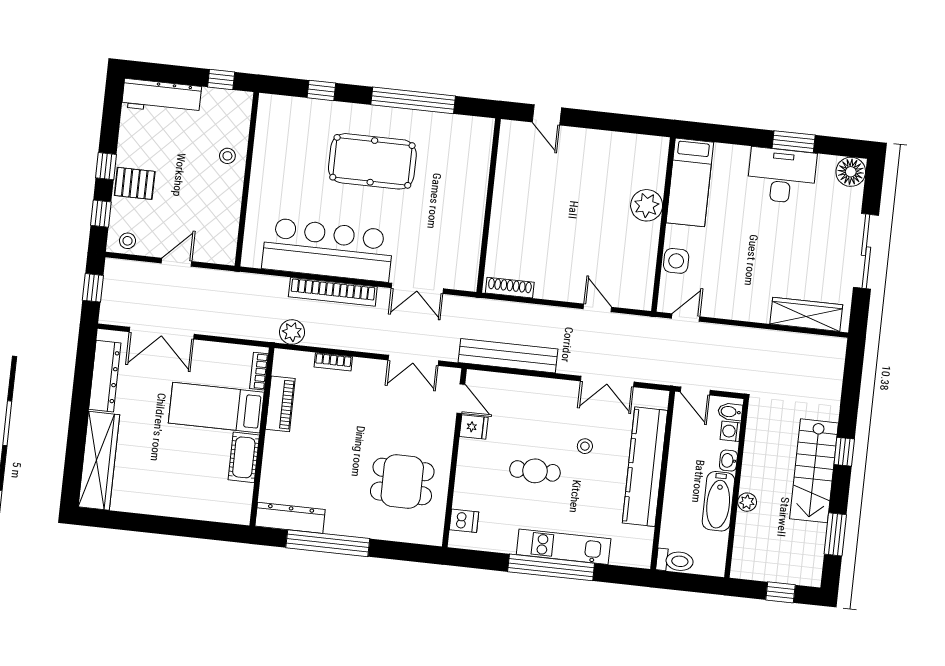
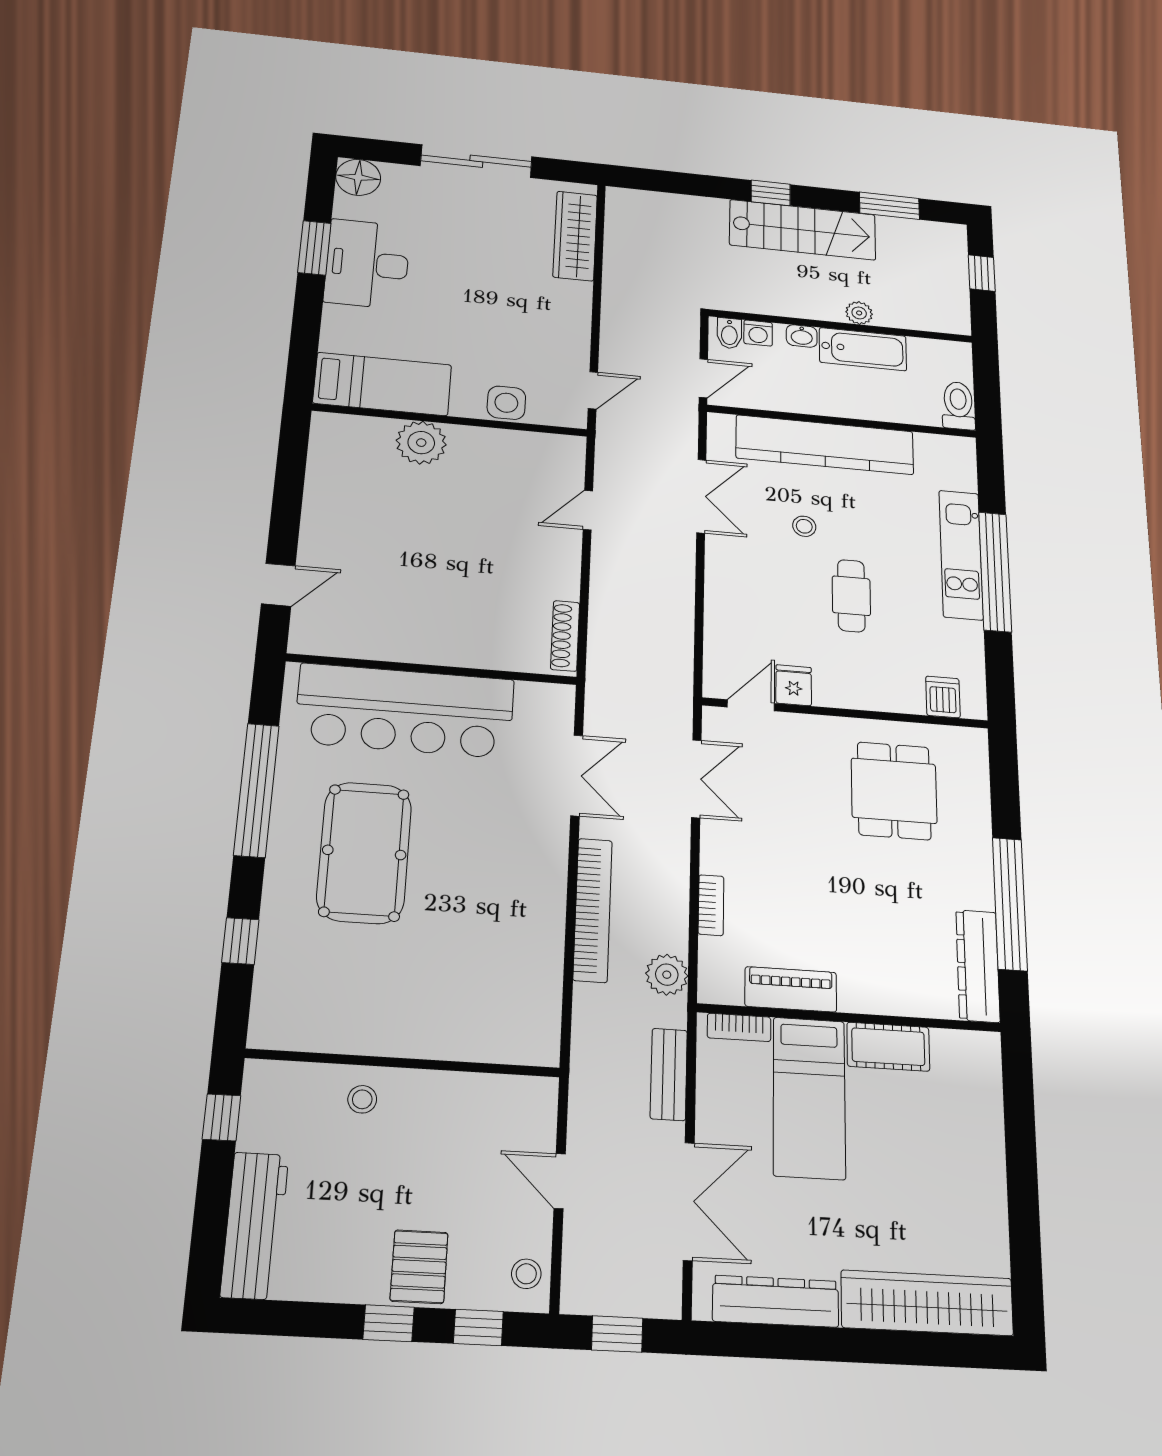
bar counter: (328, 250) -> (405, 711), moved, turned -90
door: (686, 318) -> (593, 390), swing flipped
bench: (508, 356) -> (669, 1074), moved, width x0.54, depth x0.82

